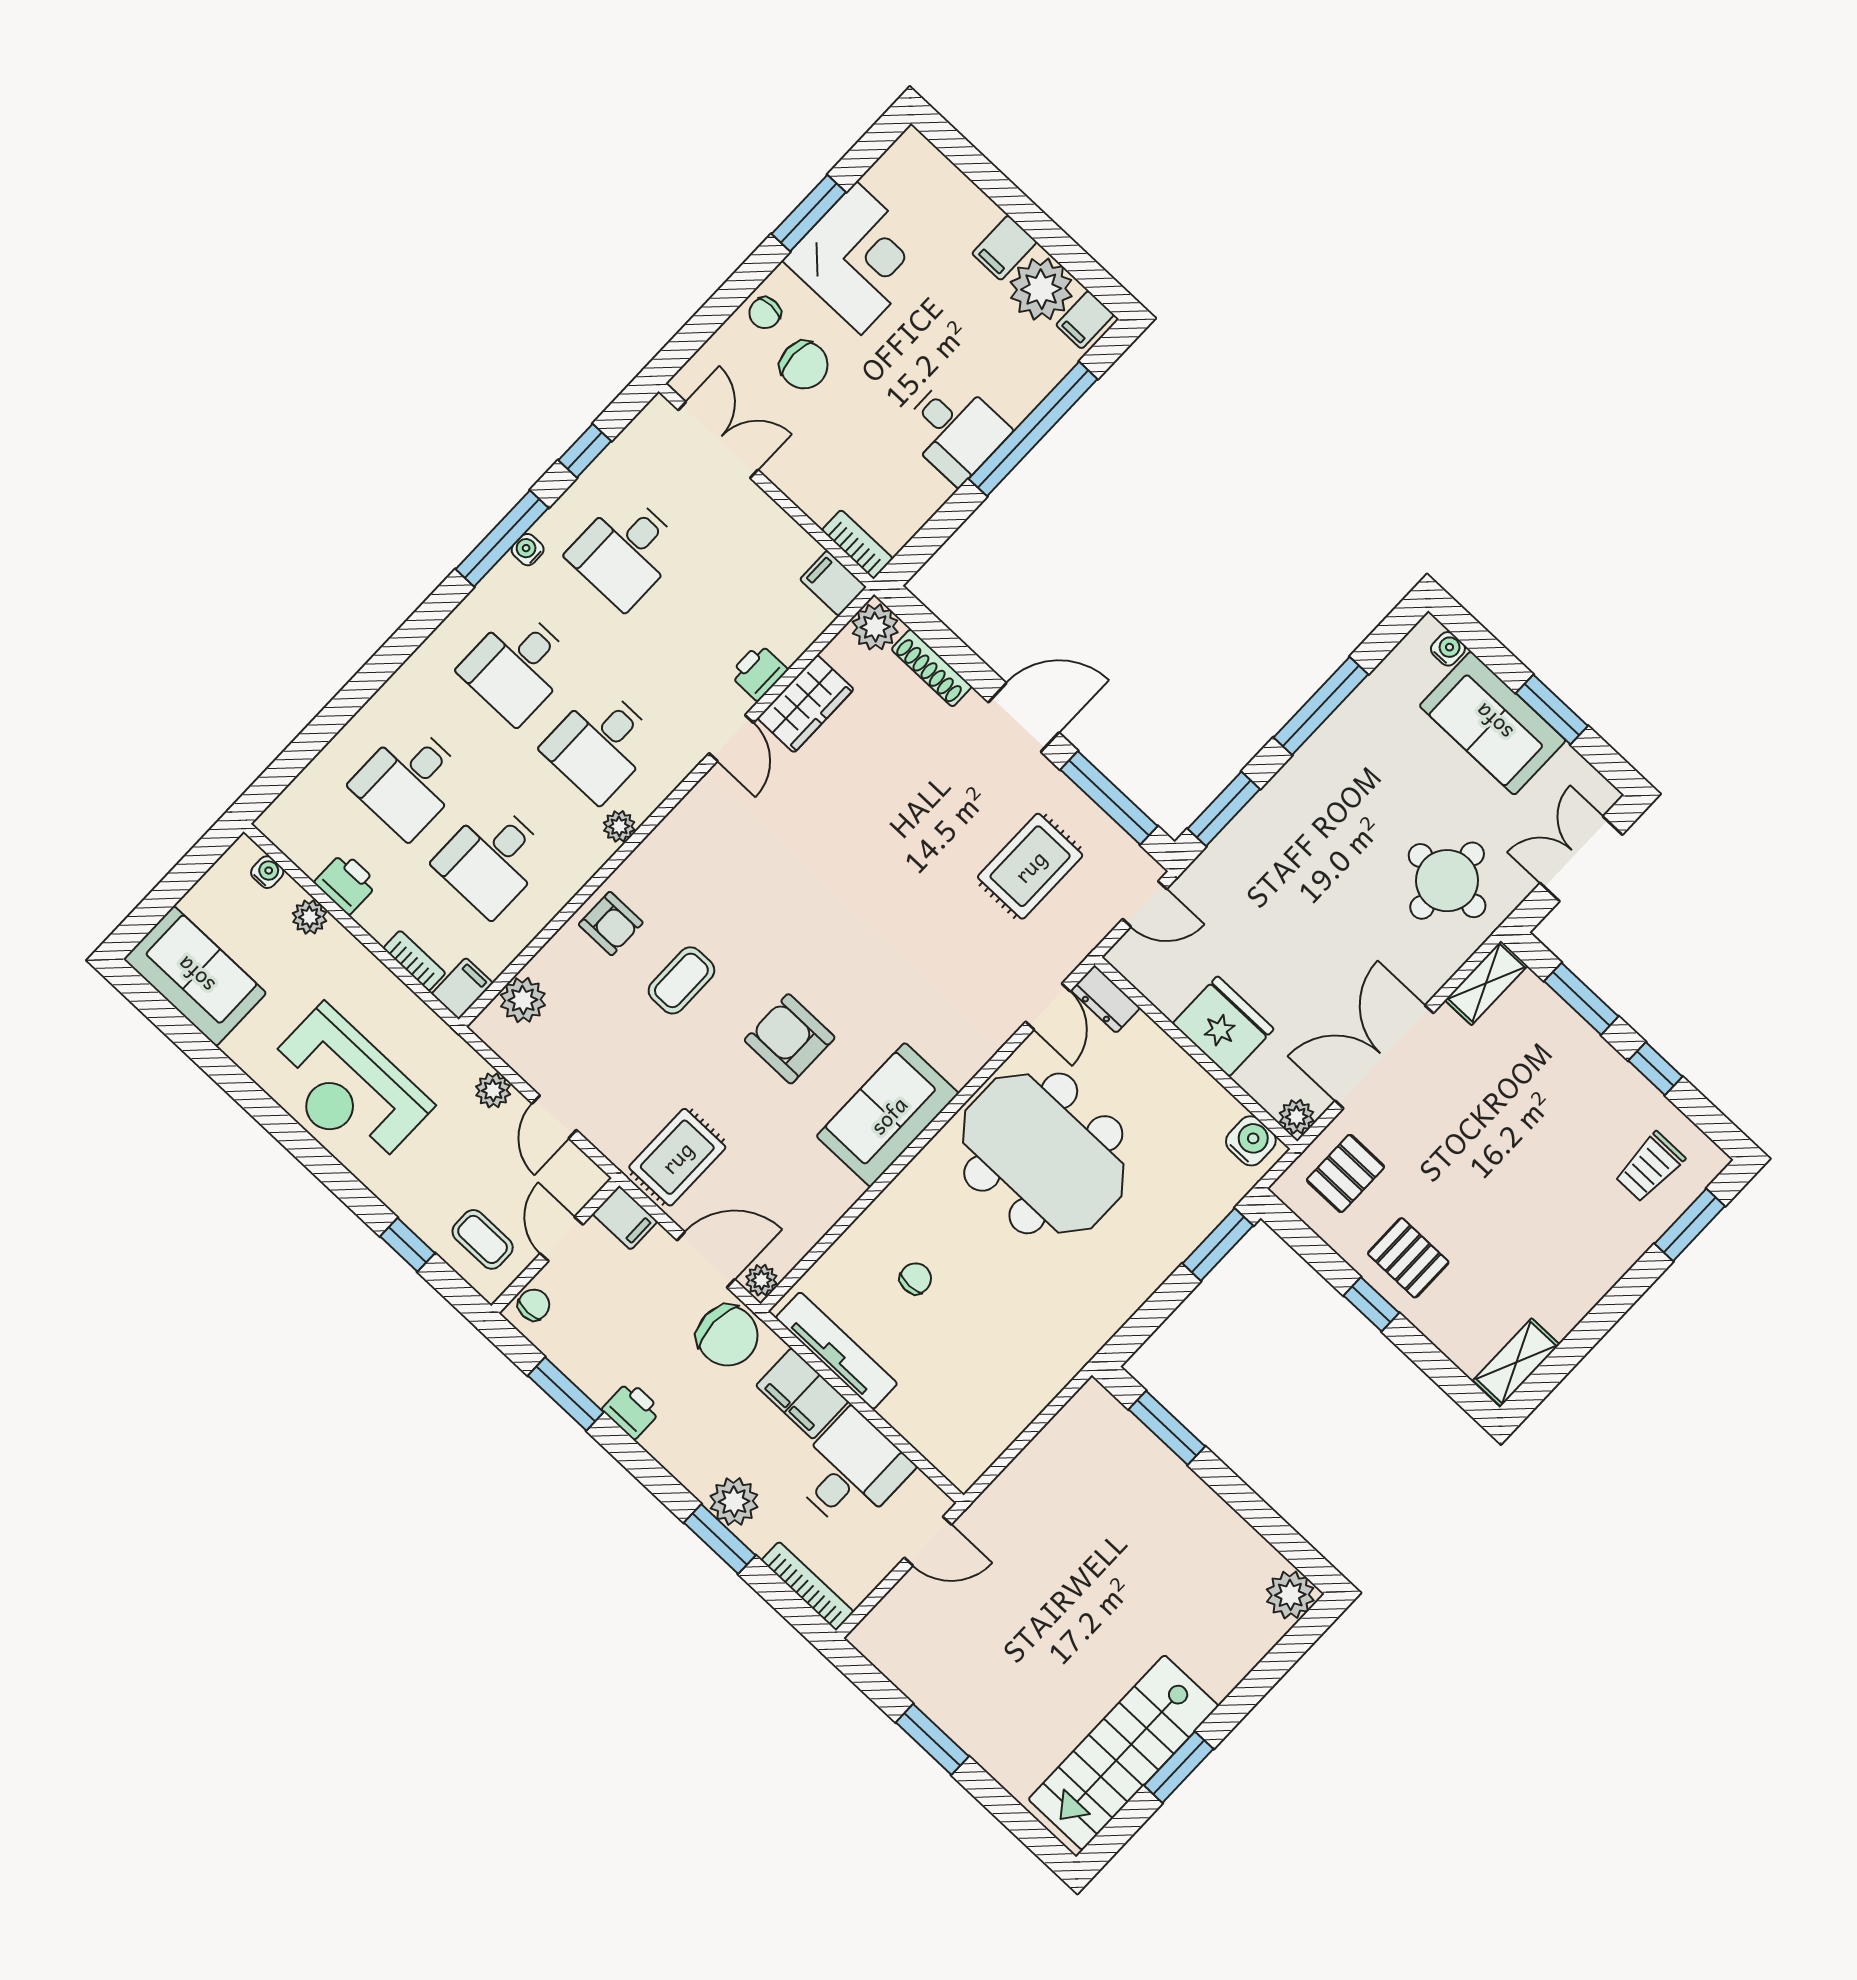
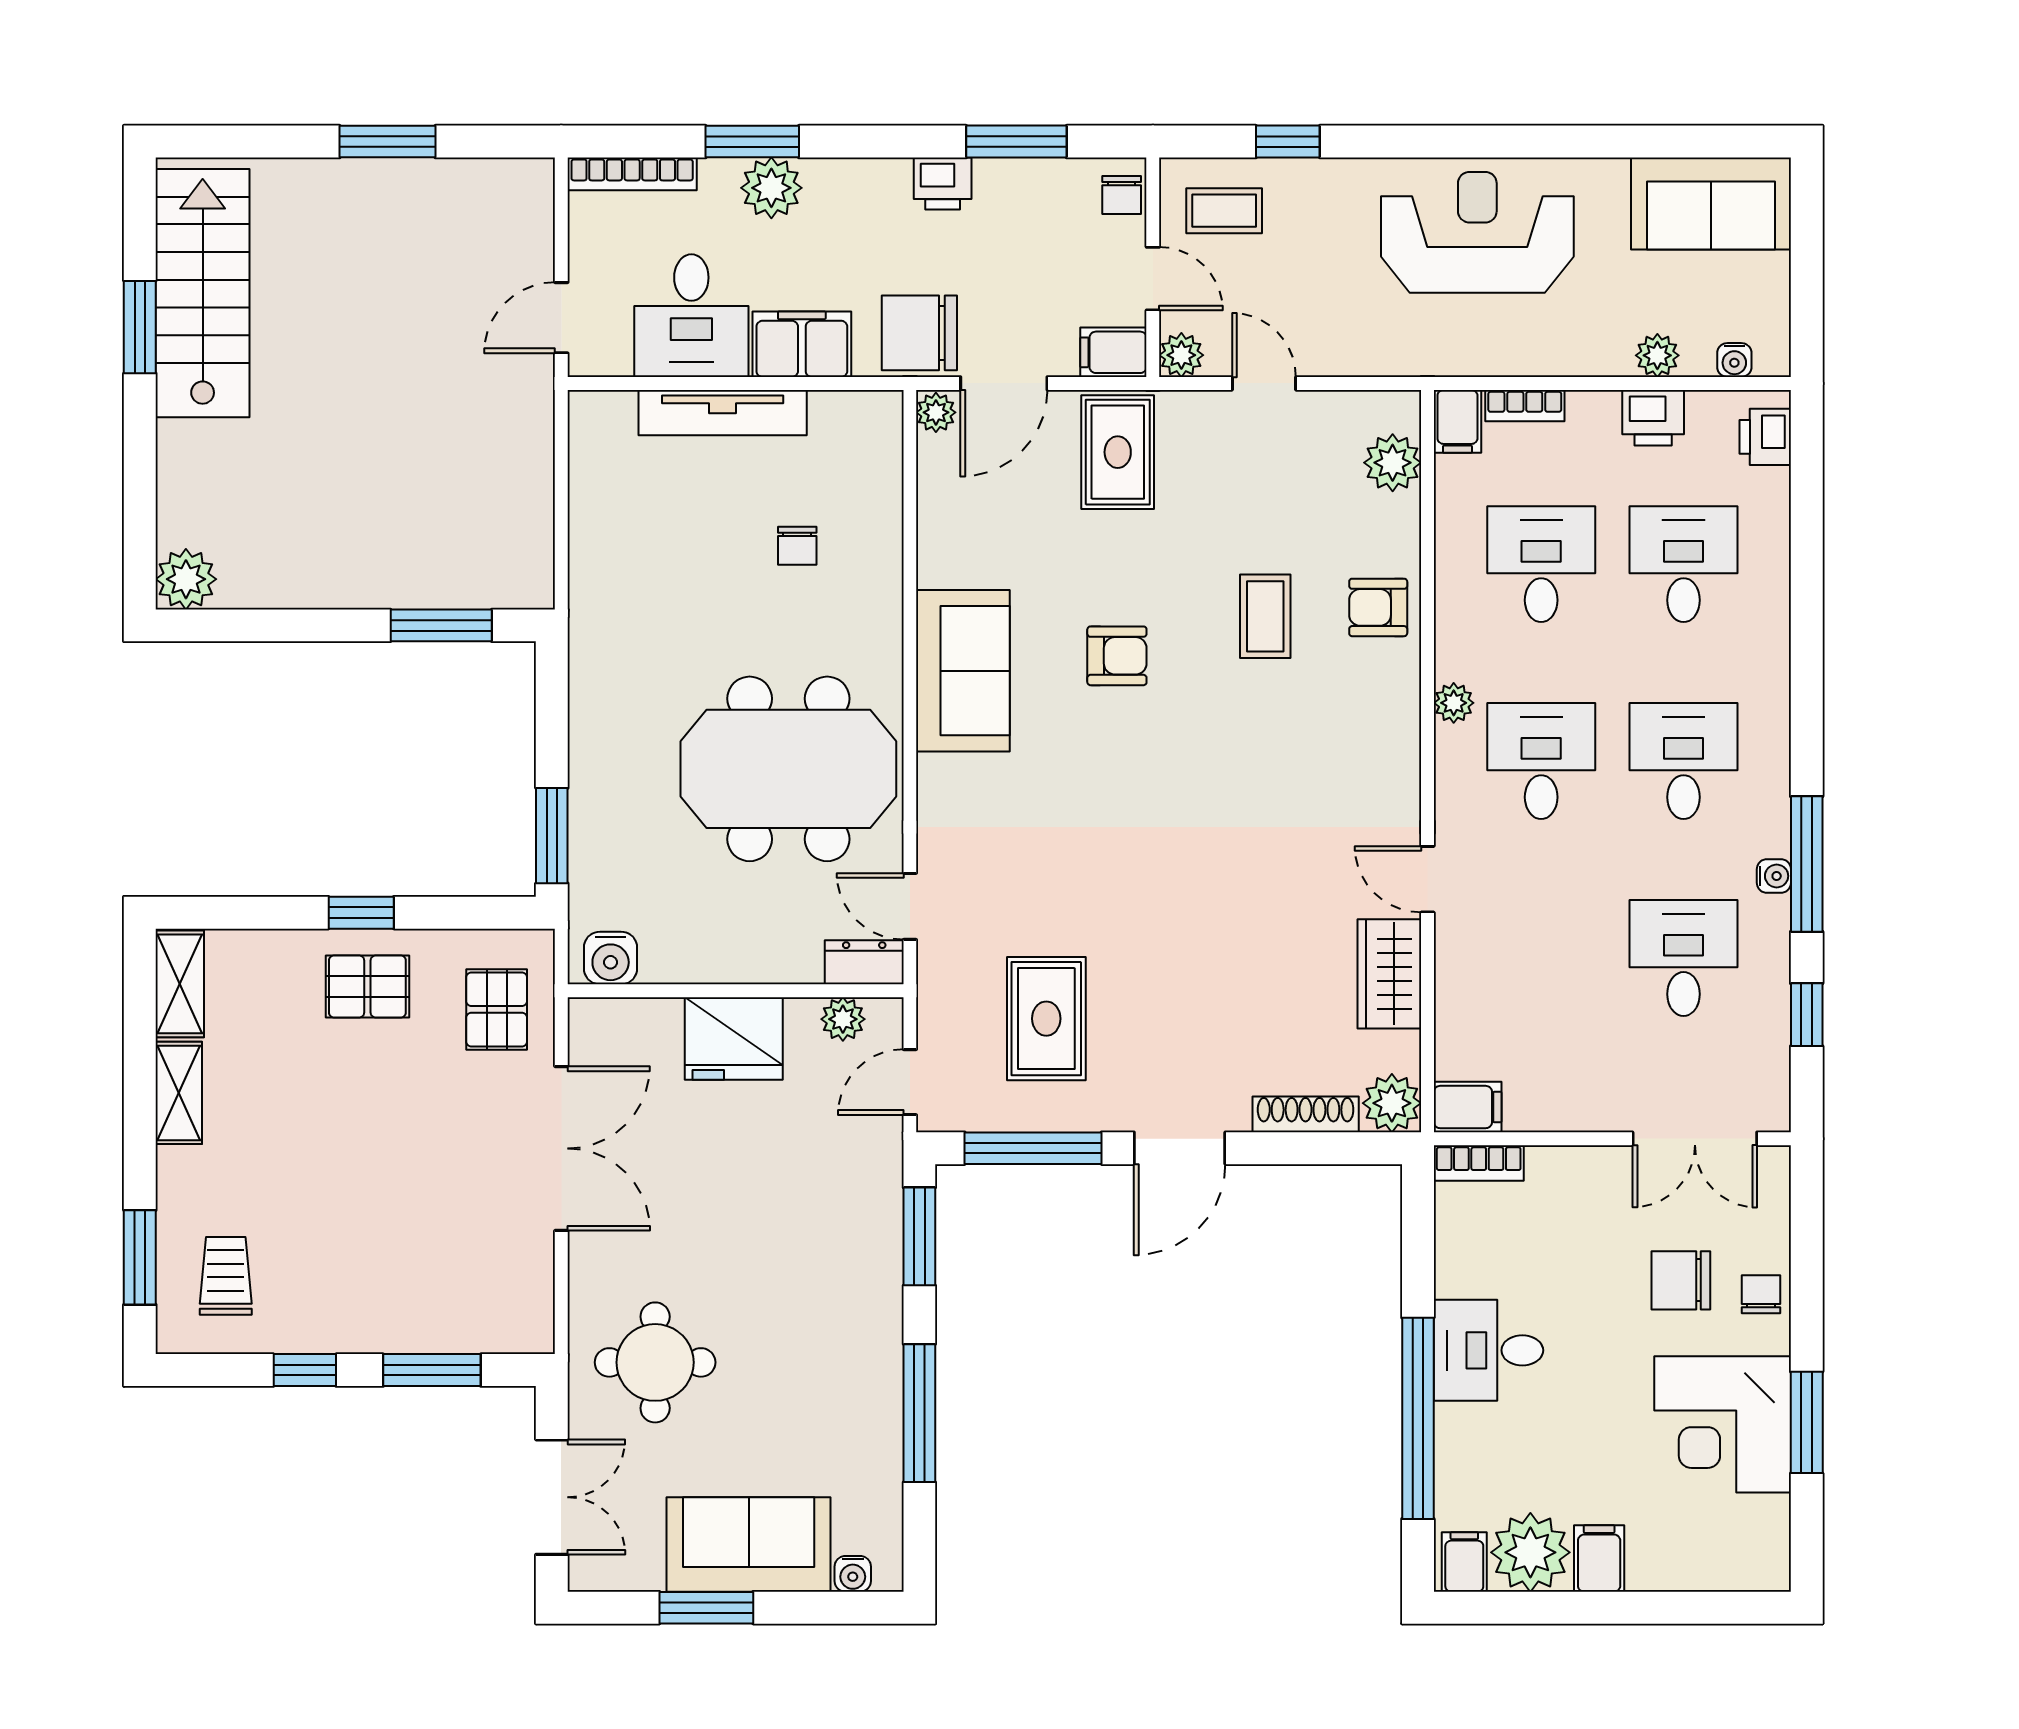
printer: (758, 672) -> (1765, 437), moved, turned 180
shelving: (1486, 983) -> (179, 1093), moved
armchair: (790, 1039) -> (1117, 656), width x0.72, depth x0.72
plant: (493, 1090) -> (1181, 355), moved
plant: (1297, 1117) -> (843, 1019), moved
tv unit: (836, 1351) -> (723, 413), moved

